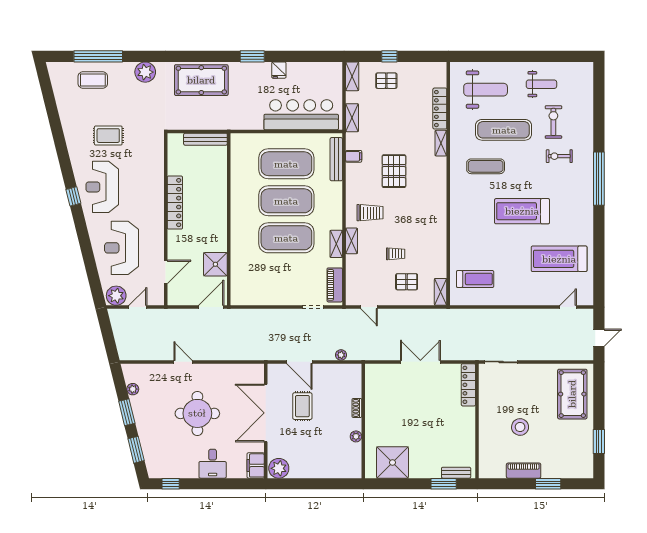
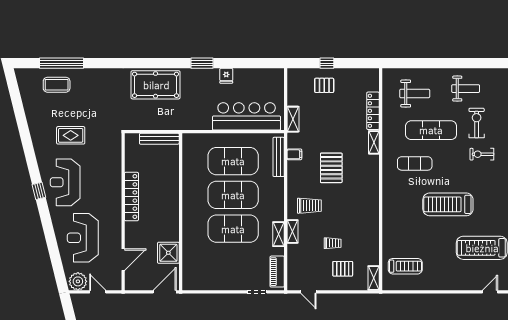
plant: (145, 72) -> (104, 78), removed
shelving: (352, 76) -> (293, 81), removed
weight bench: (486, 90) -> (415, 94), width x0.73, depth x0.75
door: (138, 307) -> (98, 292), hinge flipped

